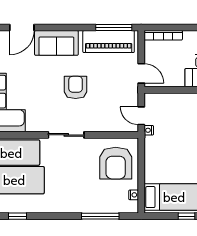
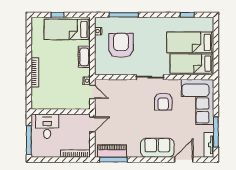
piano: (109, 42) -> (112, 151), width x0.73, depth x0.75
door: (141, 73) -> (92, 124), swing flipped
armchair: (76, 87) -> (163, 102), moved
cot: (152, 161) -> (84, 57), added
armchair: (116, 163) -> (121, 45), moved

